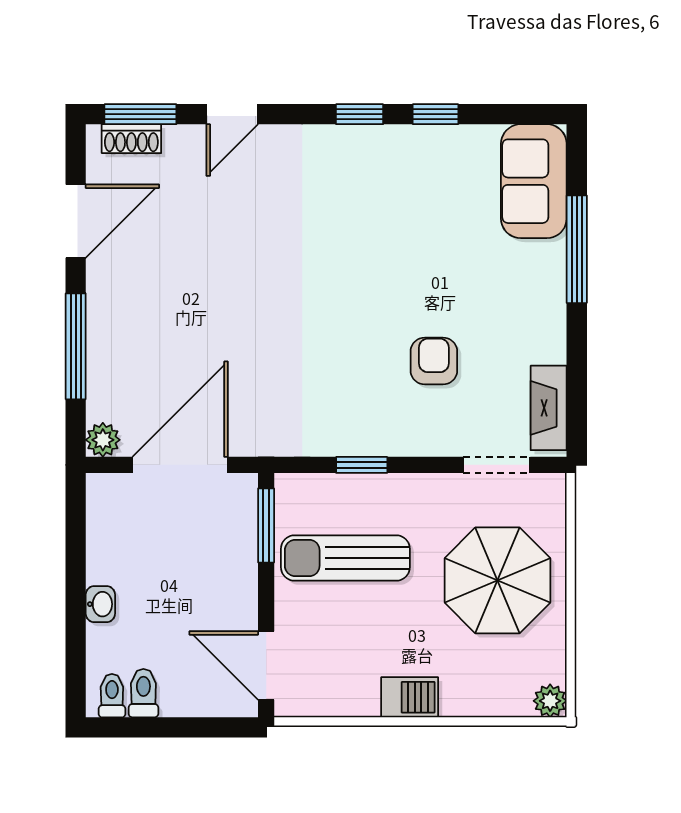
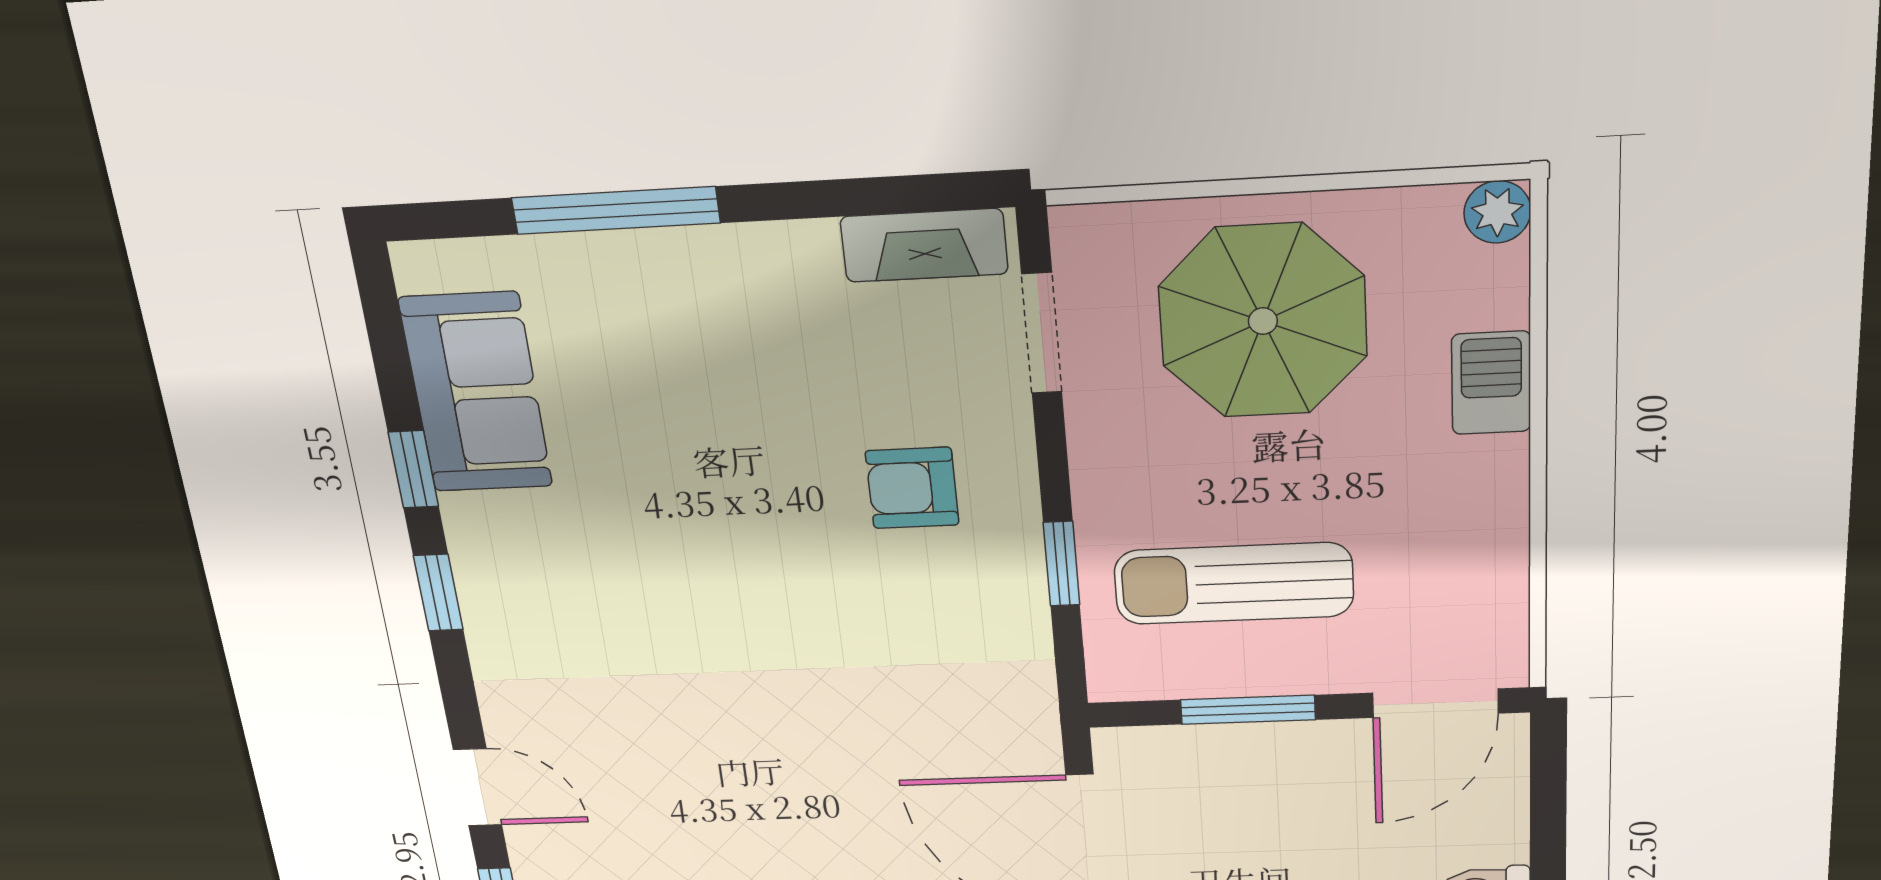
sofa: (534, 181) -> (476, 393), moved, turned -90
armchair: (434, 361) -> (912, 488), moved
window: (266, 525) -> (1248, 710), moved
sun lounger: (345, 558) -> (1234, 583), turned 90
barbecue: (410, 697) -> (1491, 383), moved

